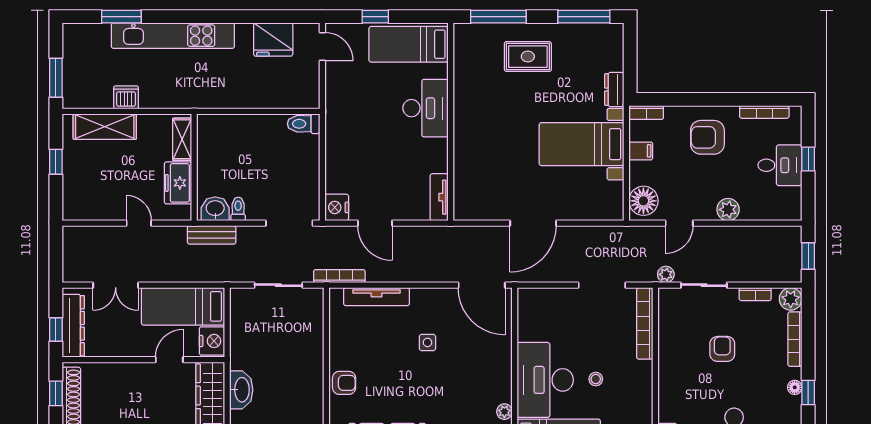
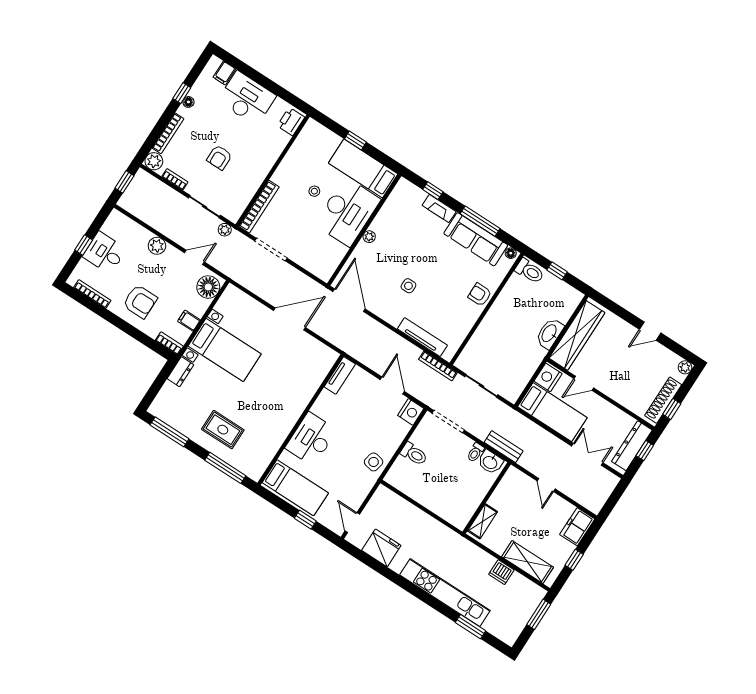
toilet: (304, 124) -> (414, 454), moved
side table: (342, 127) -> (374, 462), added
freezer: (178, 183) -> (577, 527), moved, turned 180
plant: (504, 412) -> (369, 237), moved

